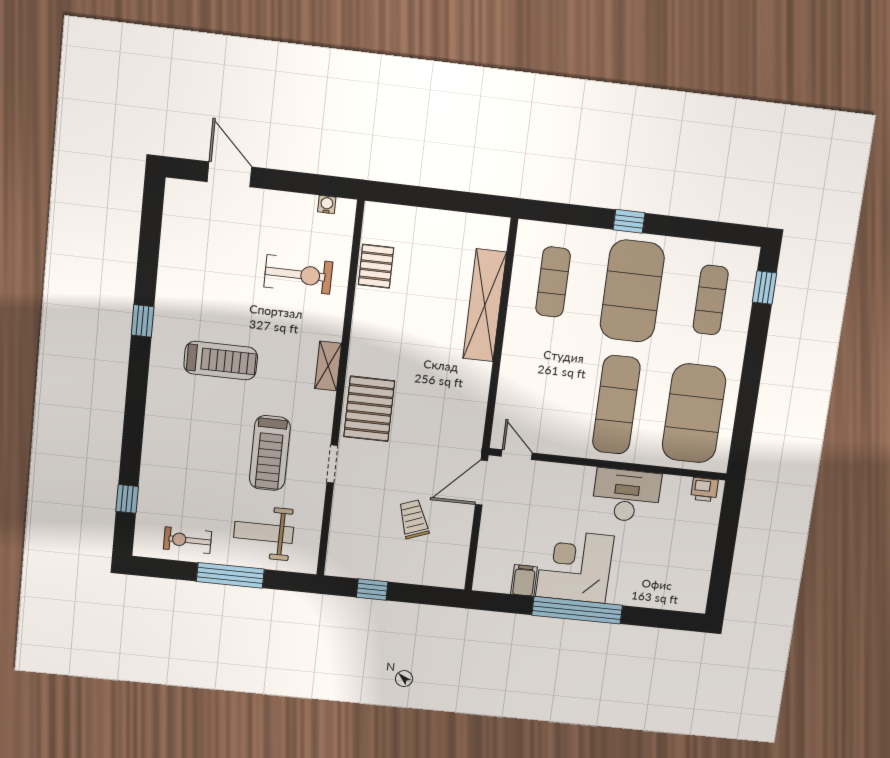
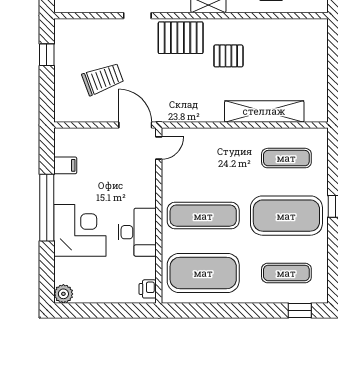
pallet: (376, 266) -> (228, 56), moved
trolley: (414, 519) -> (103, 79), width x1.36, depth x1.39
corner desk: (575, 566) -> (80, 230), moved
plant: (694, 600) -> (63, 294), added

